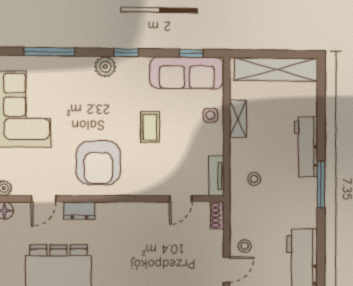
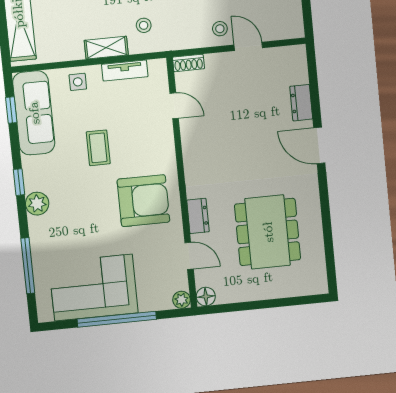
shelving: (238, 119) -> (106, 48), moved
coffee table: (150, 127) -> (98, 148), turned 90
tv unit: (216, 176) -> (125, 70), moved

